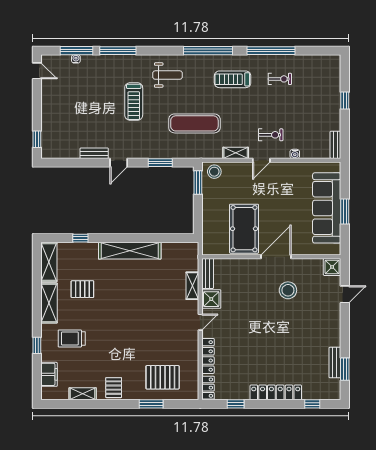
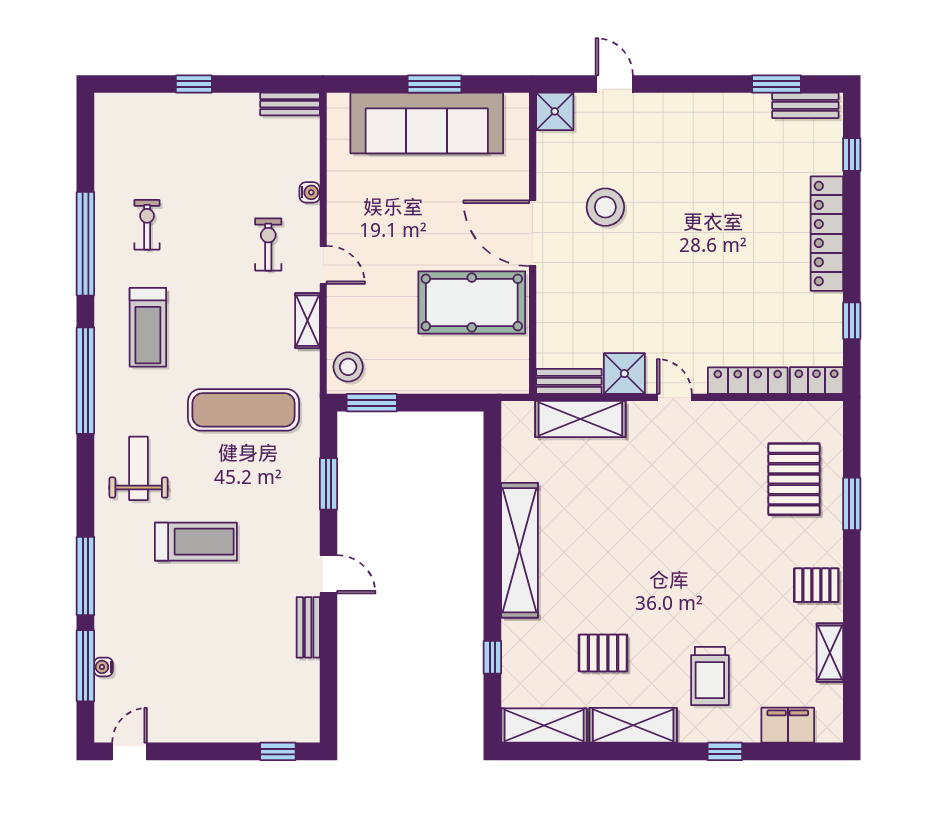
exercise mat: (194, 123) -> (244, 410), turned 90
shelving: (192, 286) -> (580, 419), width x1.50, depth x1.33
pallet: (82, 289) -> (603, 653), turned 90
bench: (335, 362) -> (805, 105), moved

